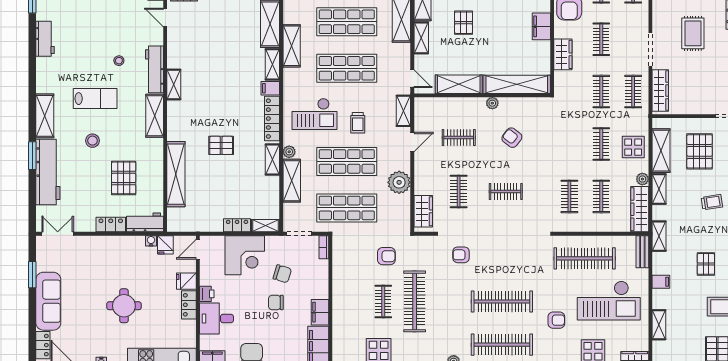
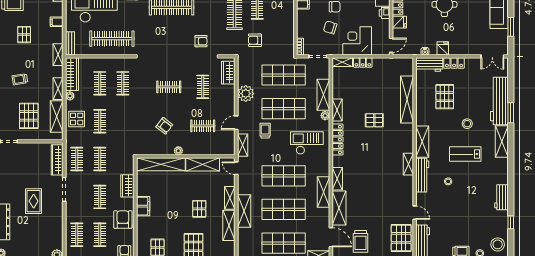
filing cabinet: (270, 88) -> (339, 161), removed
trolley: (358, 123) -> (265, 131), moved
fridge: (165, 245) -> (443, 48), moved

